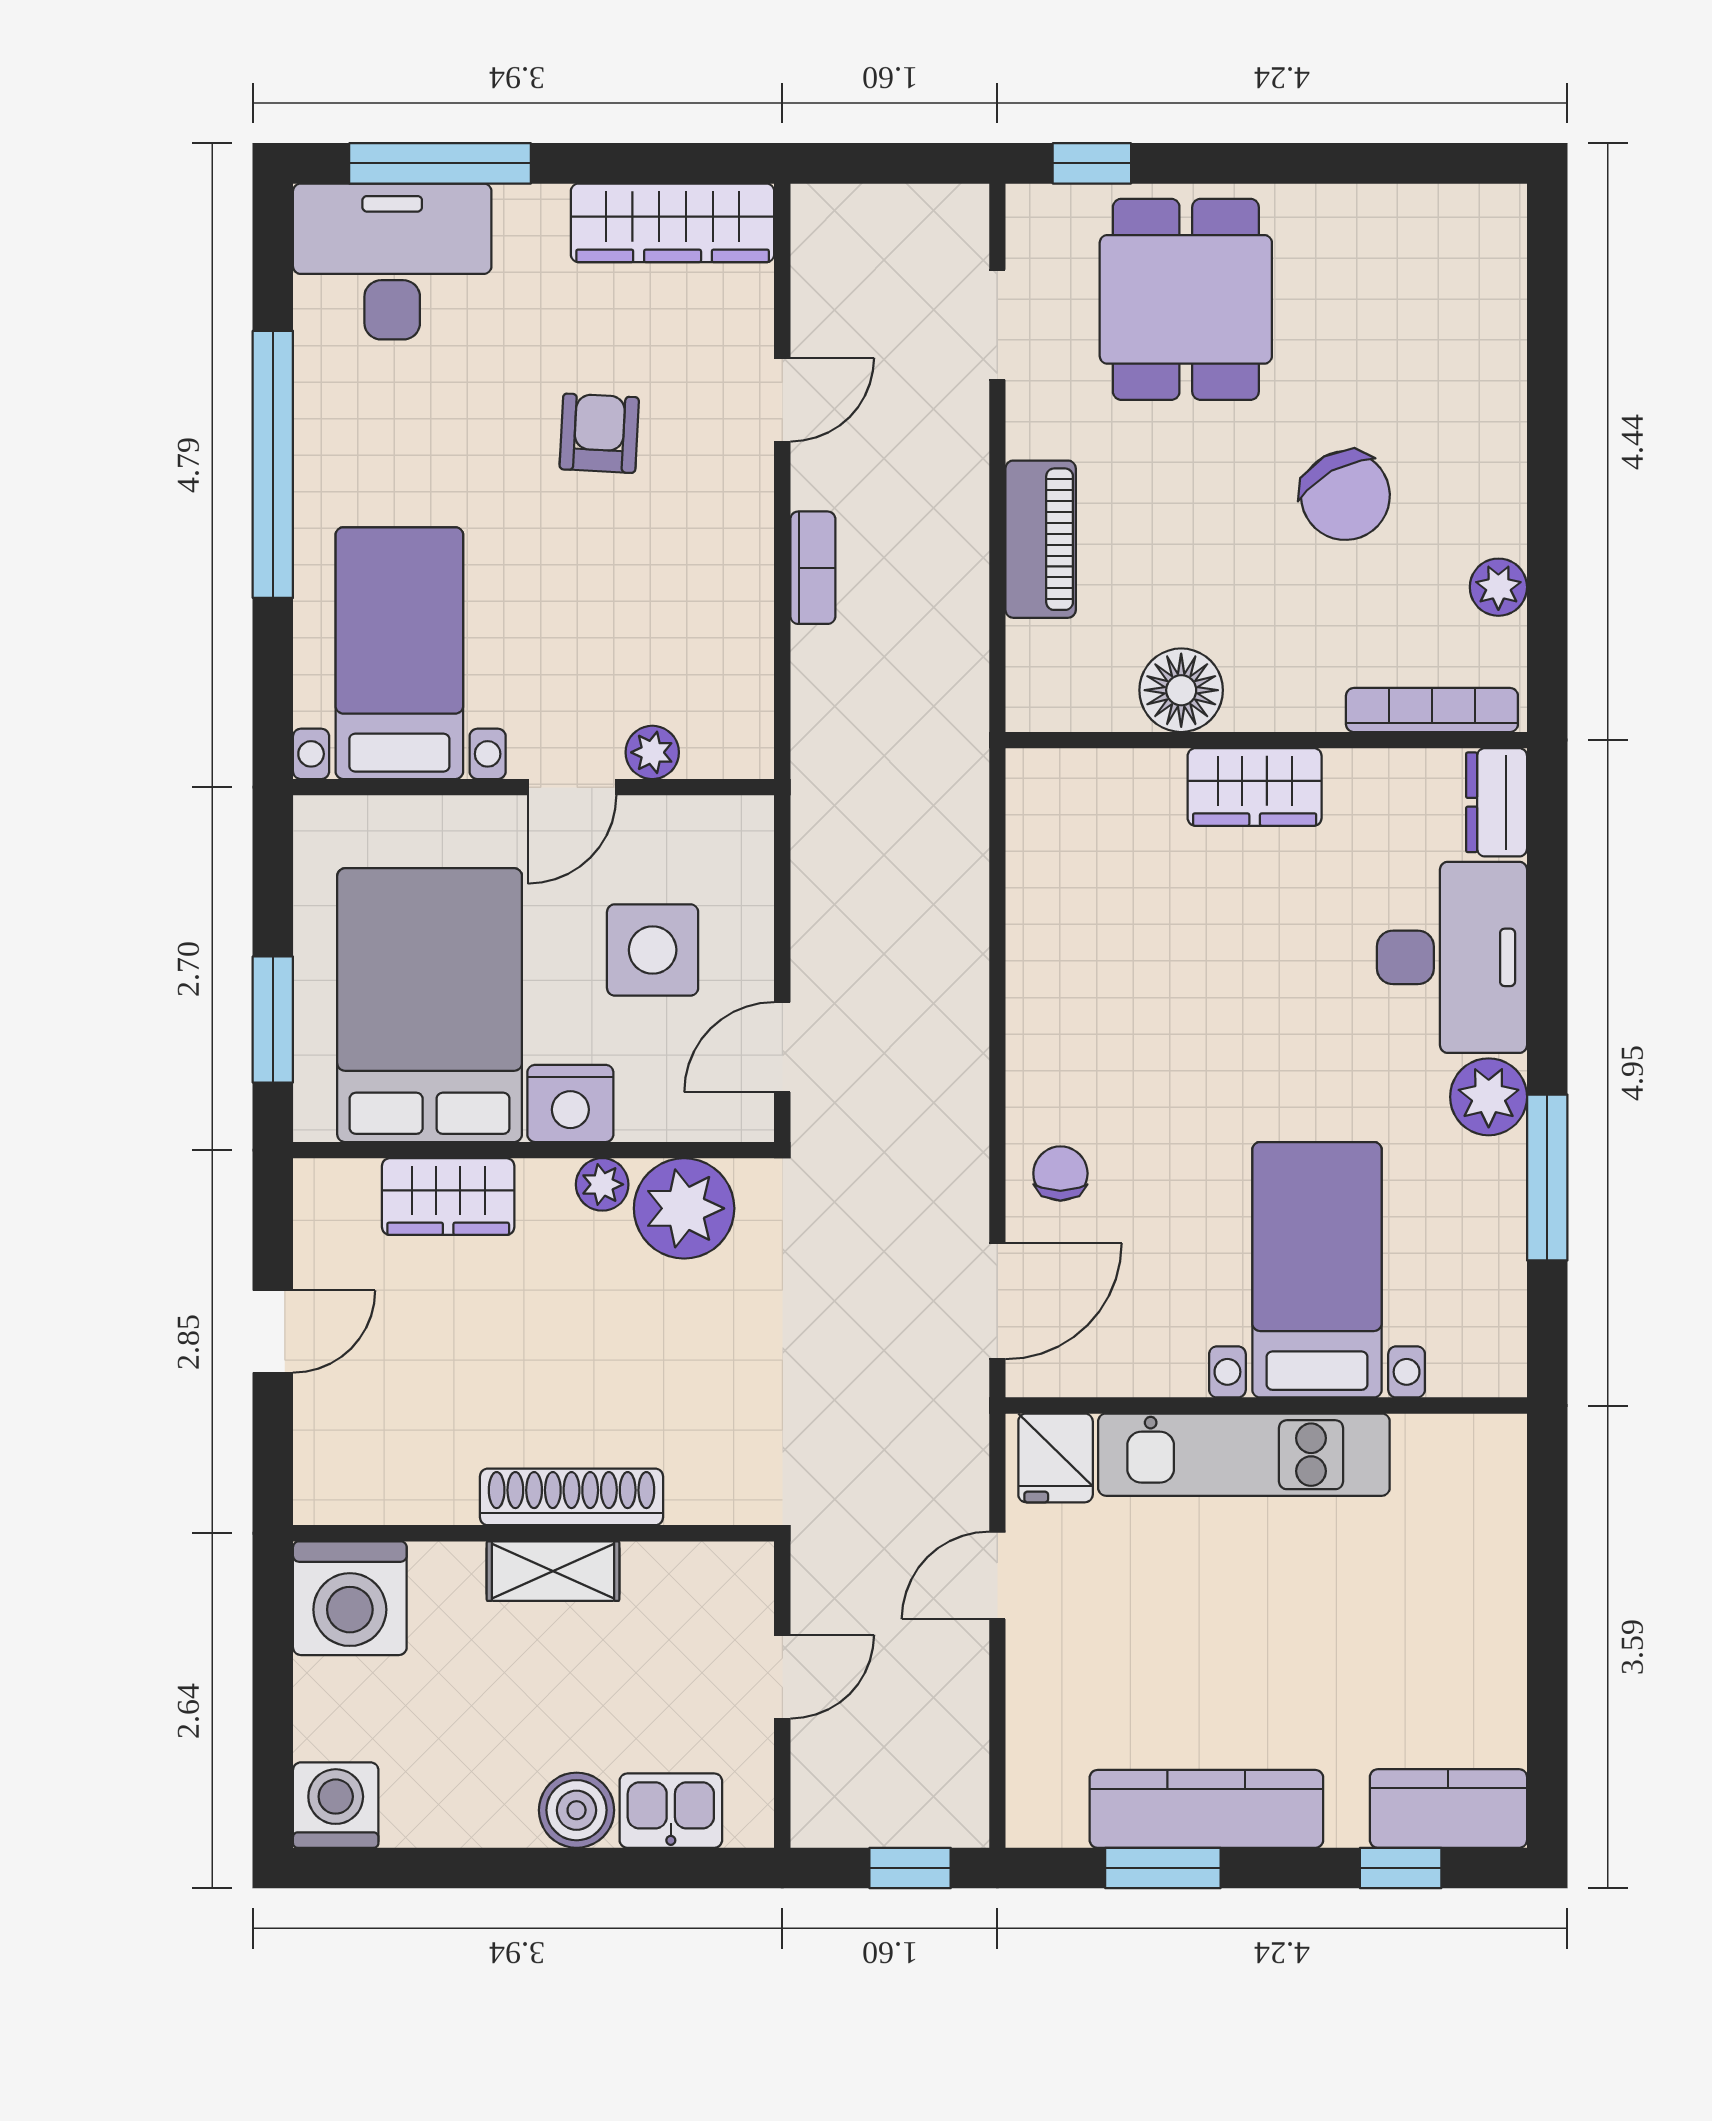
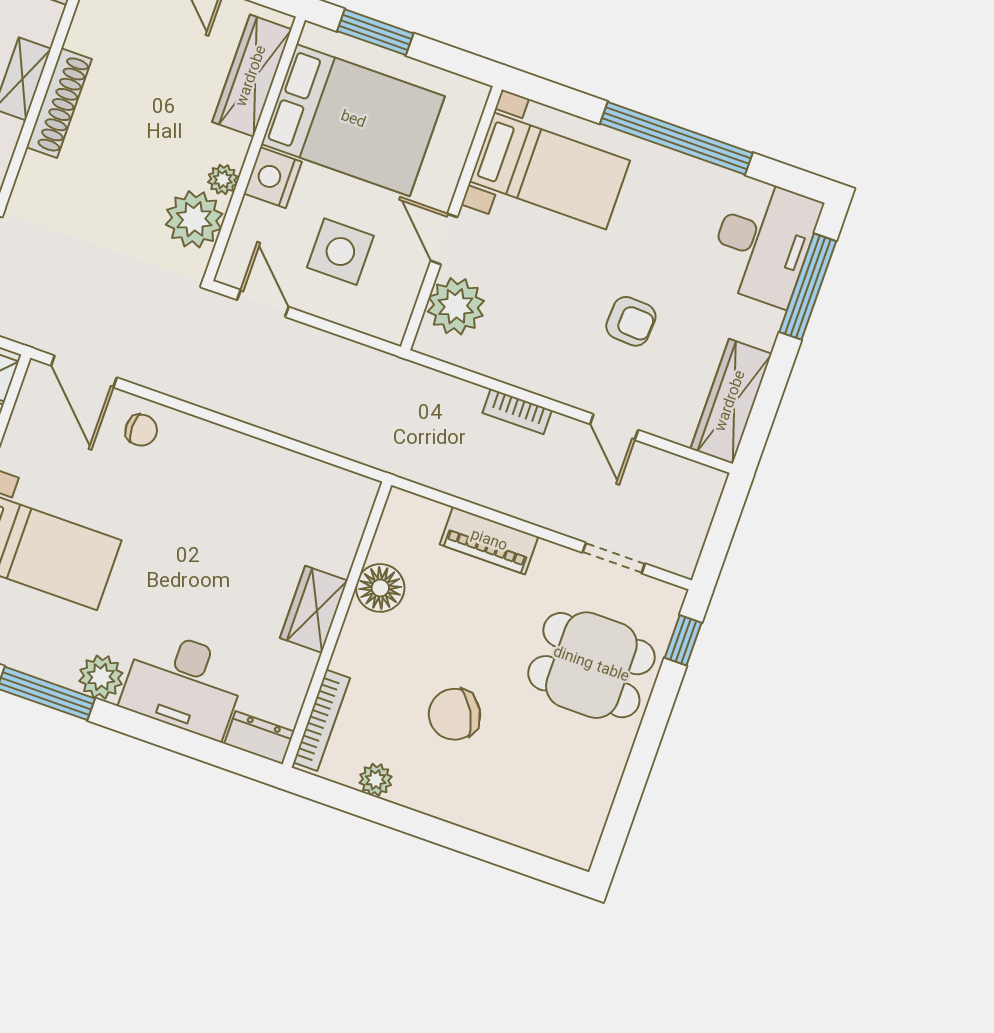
plant: (652, 752) -> (456, 306), width x1.88, depth x1.88
wardrobe: (448, 1197) -> (252, 76), width x1.50

